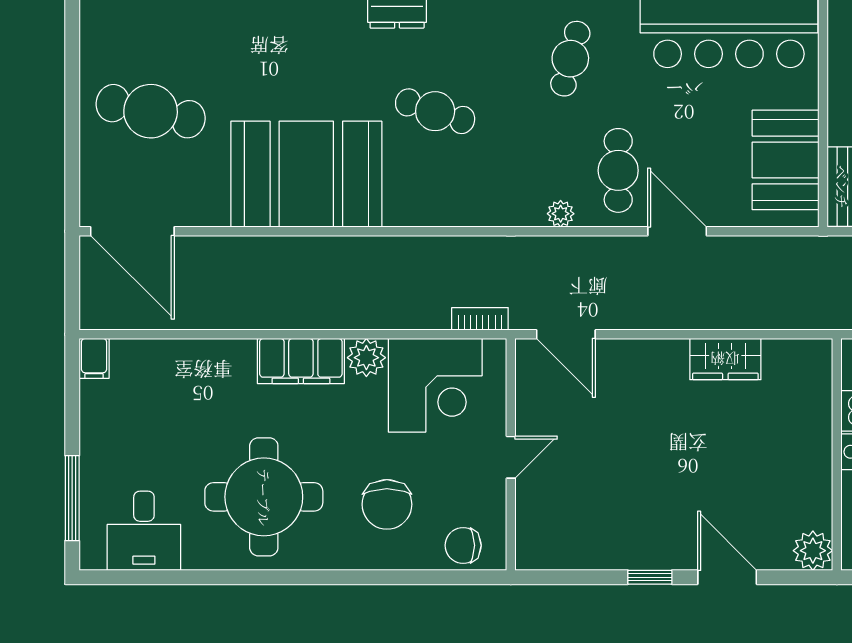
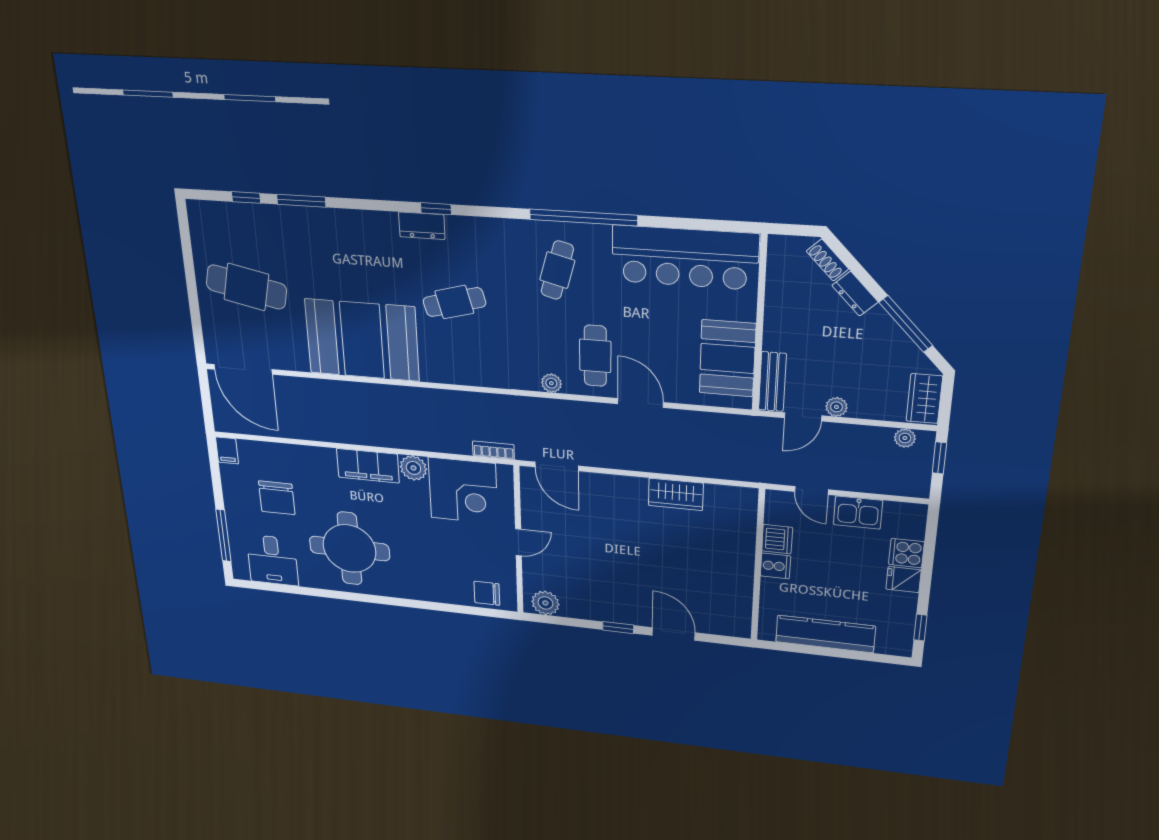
cafe table: (435, 111) -> (454, 302), turned -33
chair: (387, 504) -> (277, 498), moved
plant: (813, 551) -> (545, 603), moved

